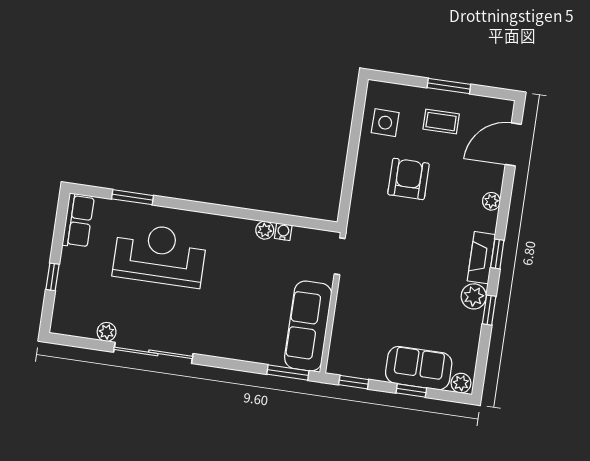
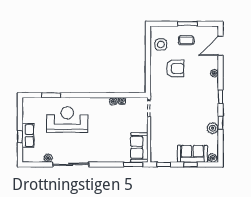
armchair: (408, 179) -> (175, 69), turned 90
row of seats: (78, 221) -> (28, 136), moved
fireplace: (481, 258) -> (213, 100), removed
plant: (474, 296) -> (213, 128), moved
sofa: (308, 326) -> (139, 147), width x0.73

